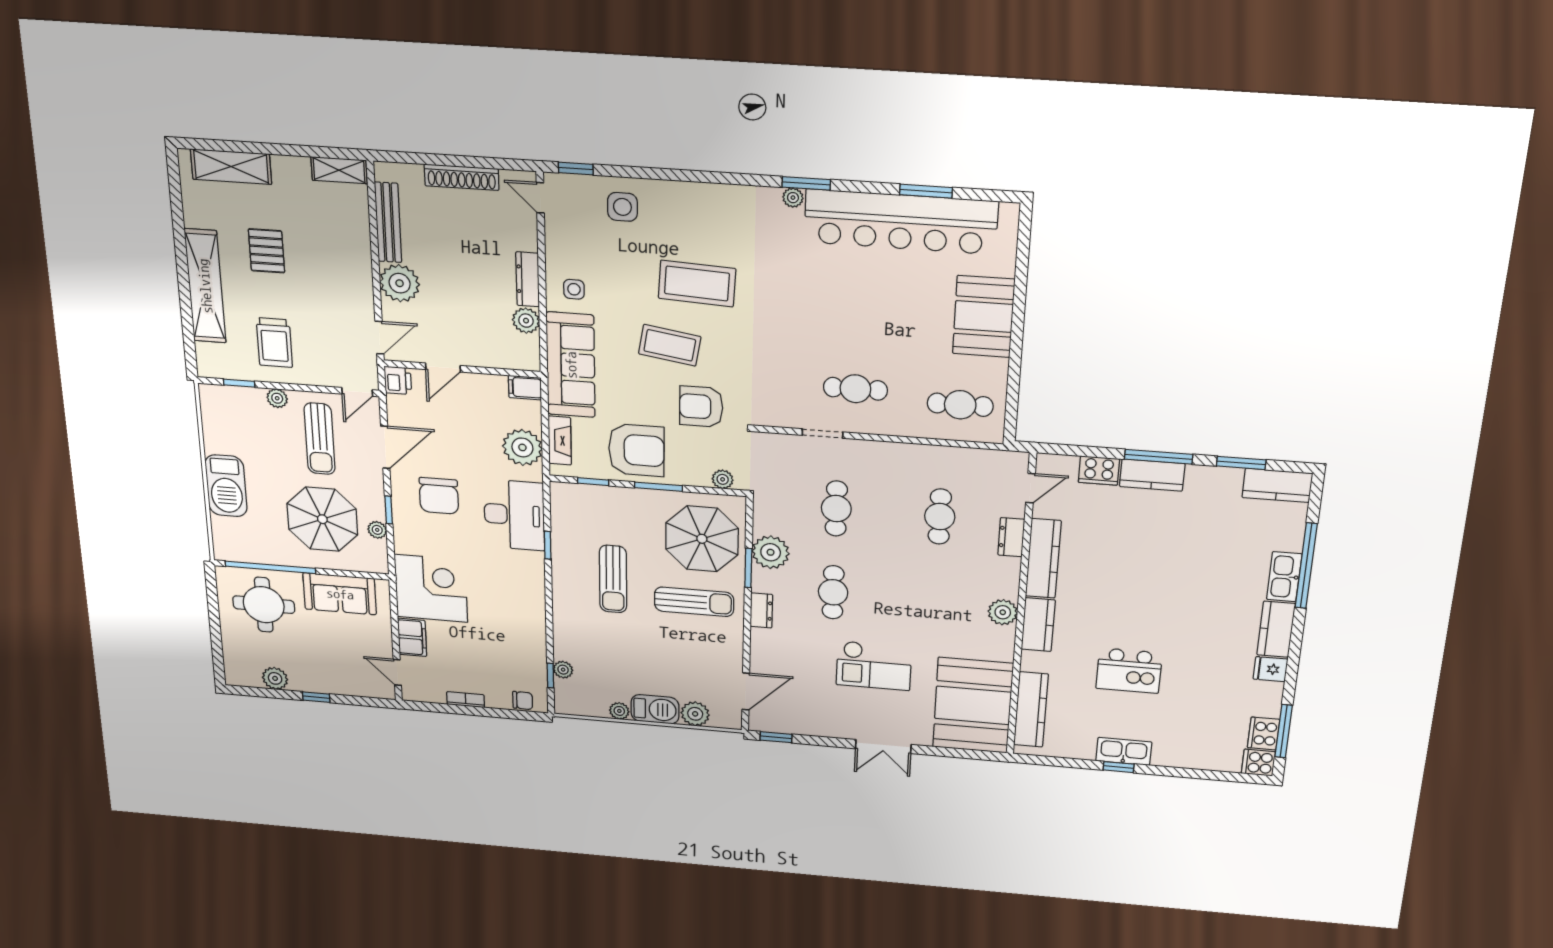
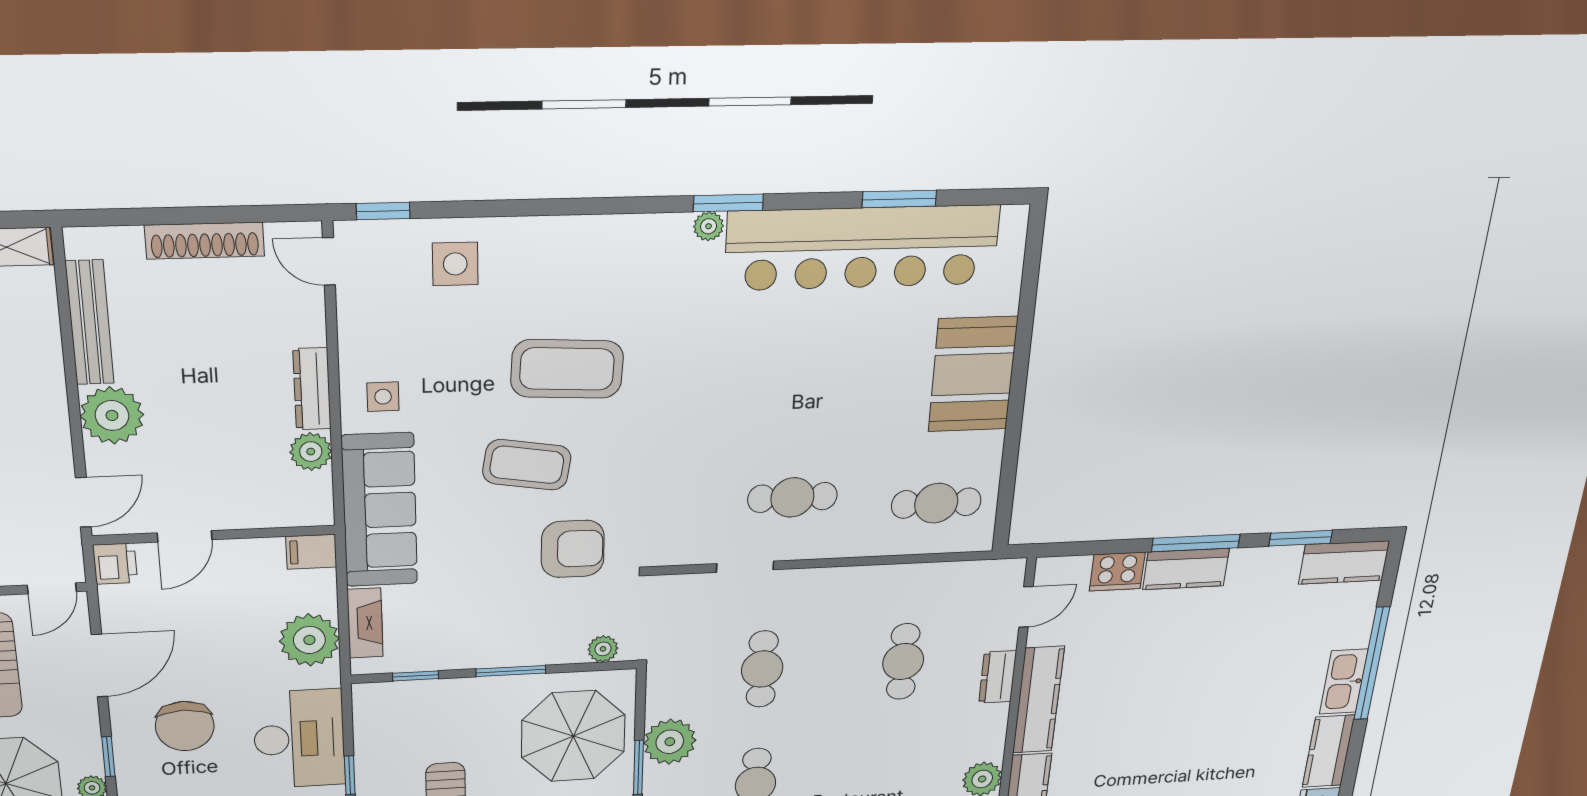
armchair: (701, 407) -> (573, 549), turned 180
armchair: (636, 450) -> (478, 623), removed

